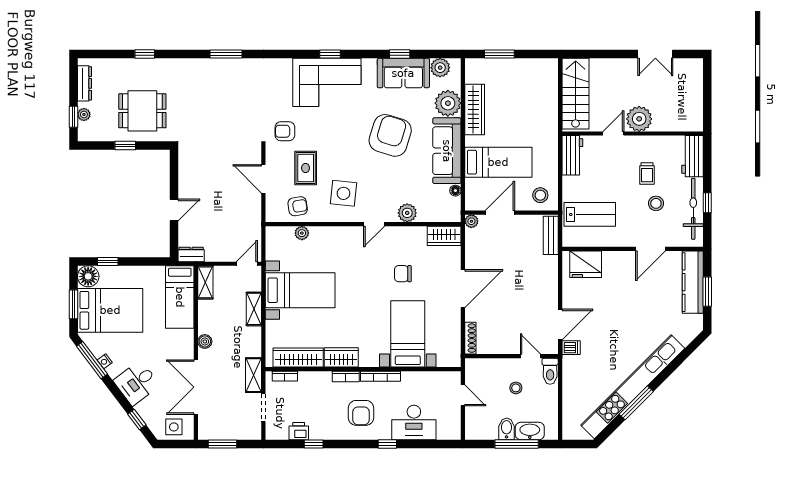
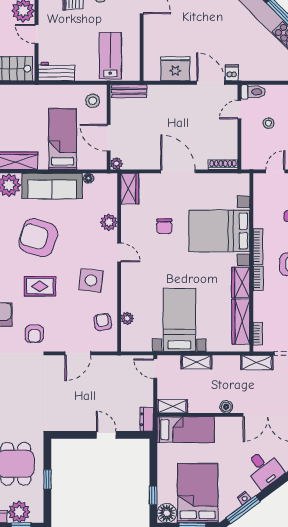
plant: (84, 115) -> (19, 512), width x1.87, depth x1.87
rug: (306, 168) -> (40, 286), moved
fridge: (586, 264) -> (175, 69), moved, turned -90
bed with nightstands: (408, 334) -> (219, 231), width x1.36

